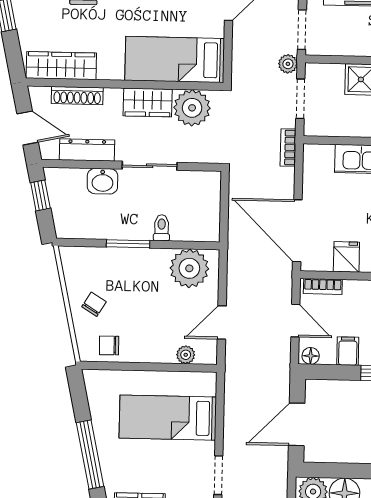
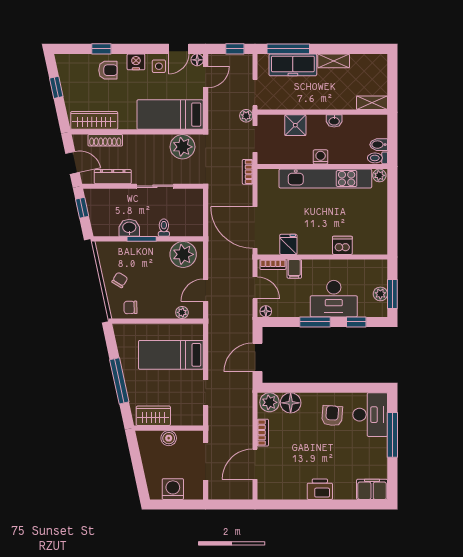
wardrobe: (148, 102) -> (153, 144), removed
washbasin: (102, 181) -> (129, 228), moved, turned 180
filing cabinet: (348, 351) -> (294, 269), moved, turned 180

